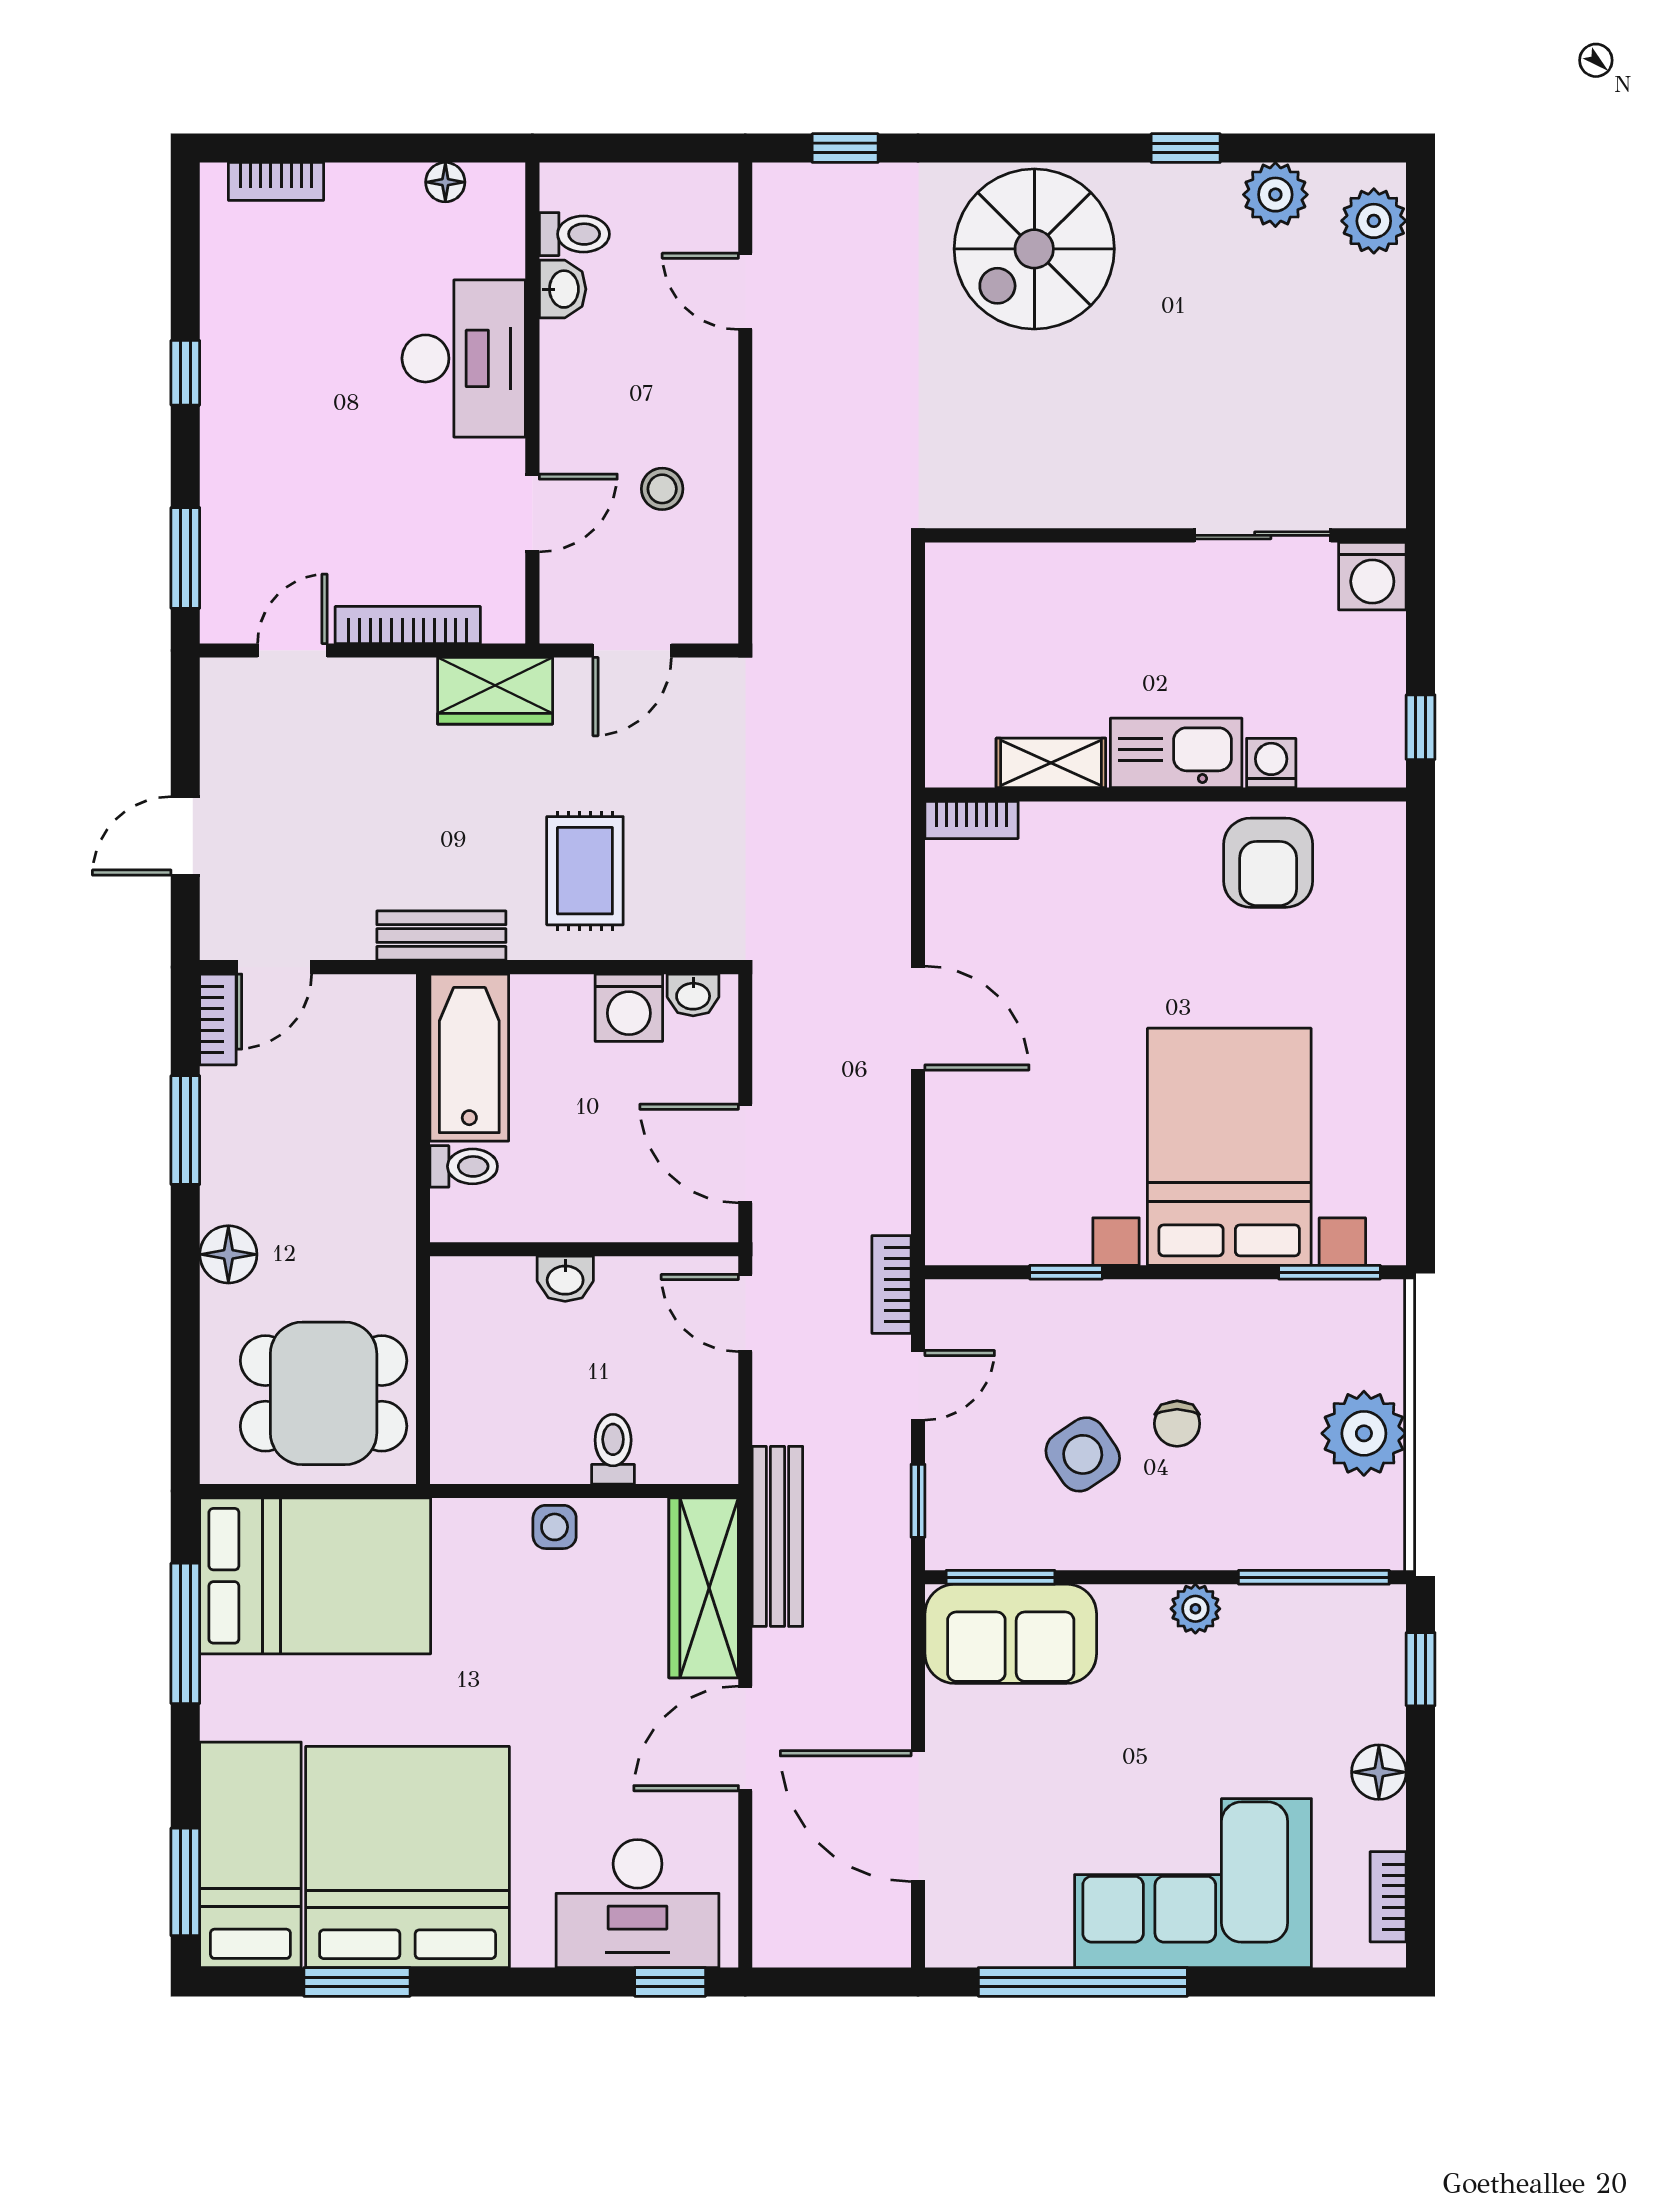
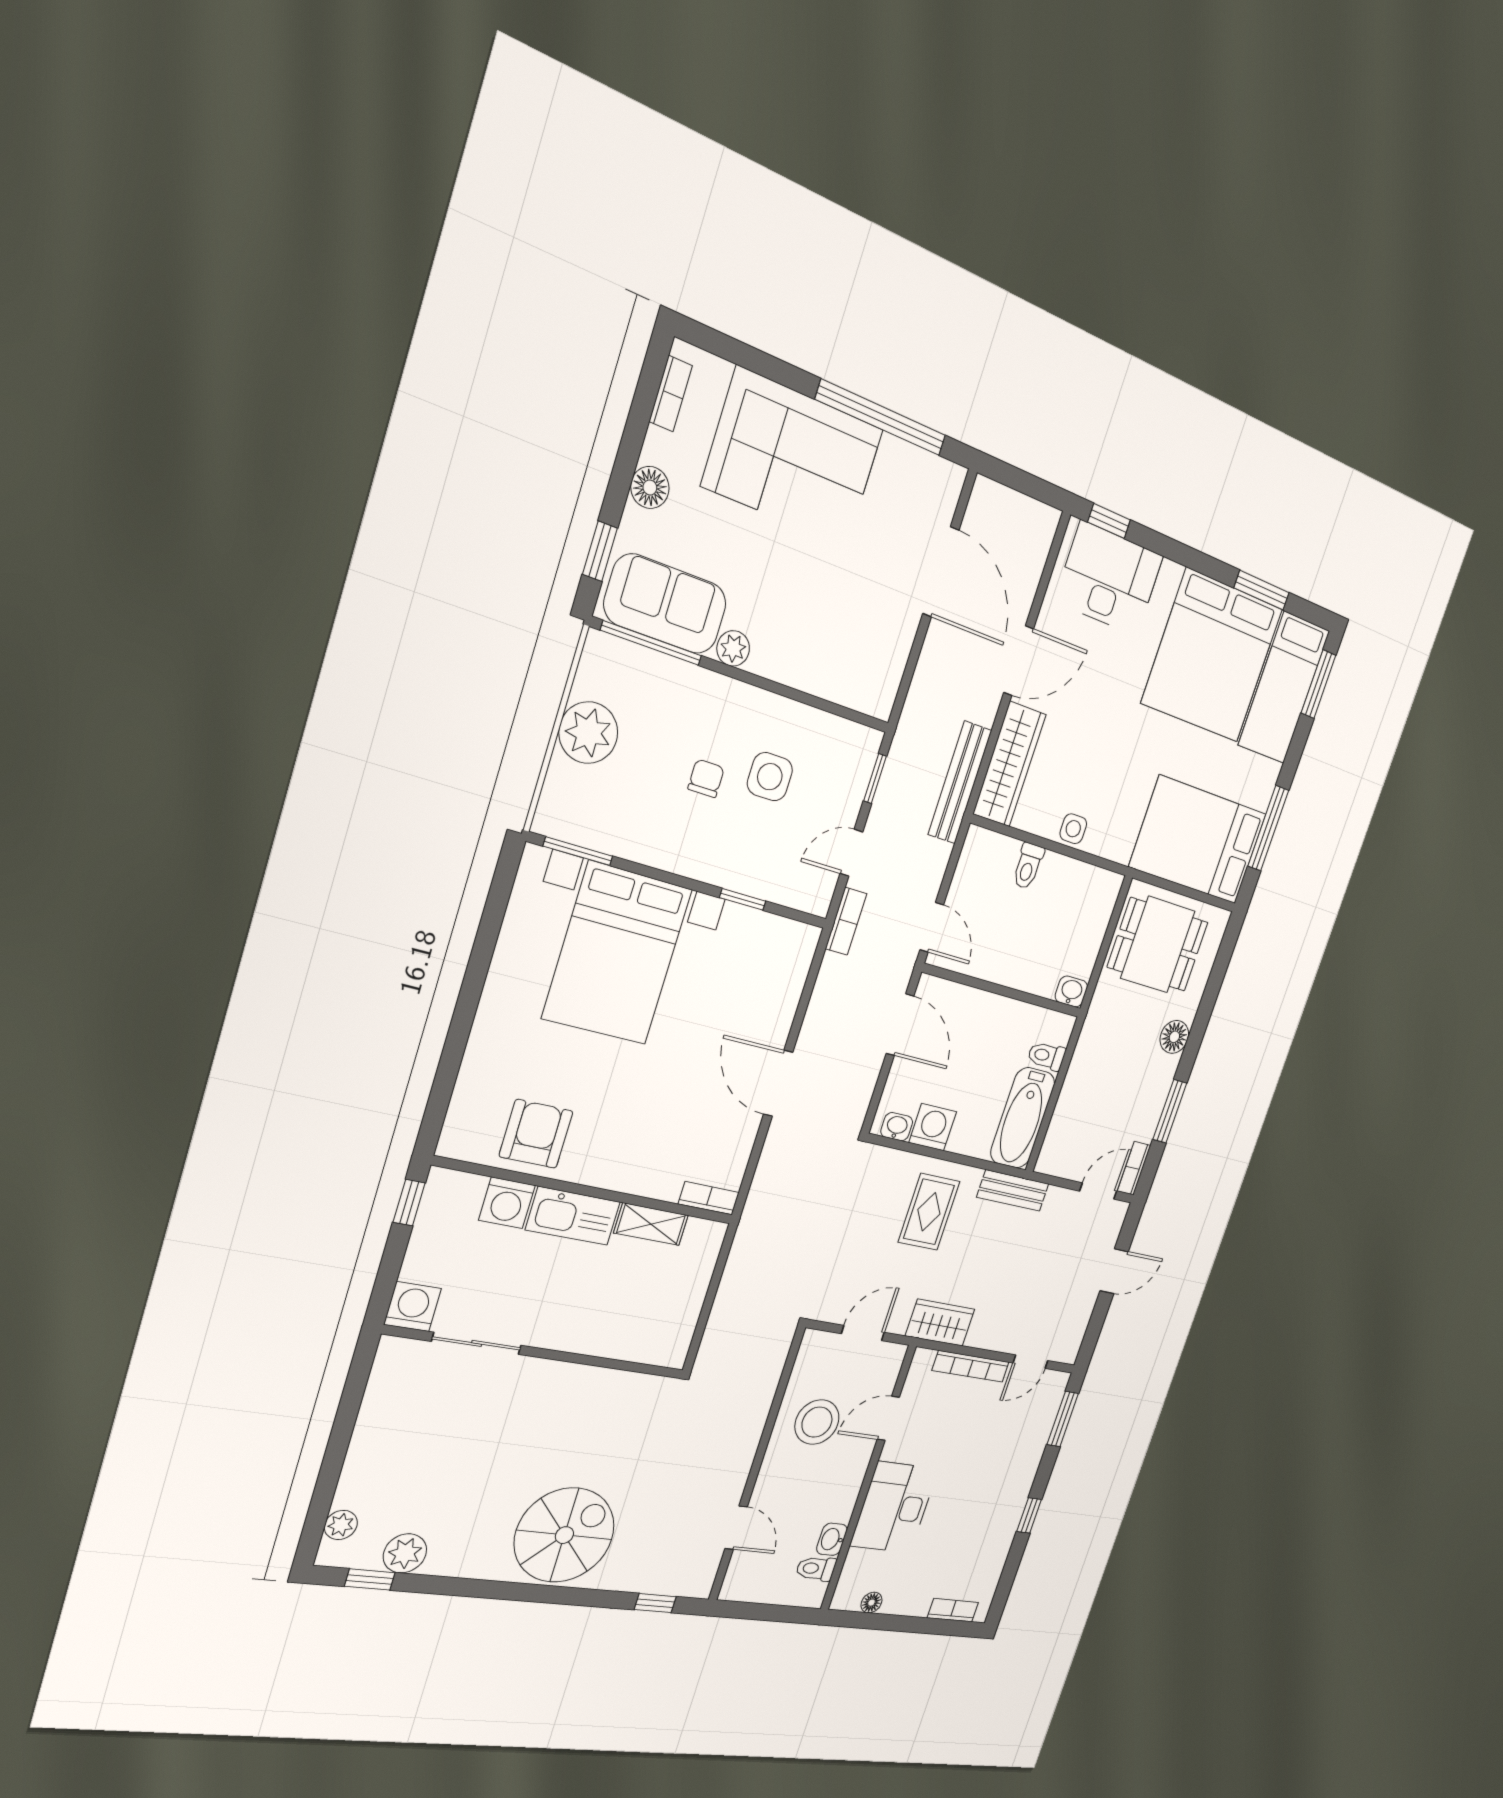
window: (1186, 148) -> (370, 1579), moved
plant: (1374, 221) -> (341, 1525), width x0.73, depth x0.73
stool: (662, 489) -> (817, 1422), width x1.89, depth x1.89
washing machine: (1271, 763) -> (507, 1203), width x1.38, depth x1.38
washbasin: (565, 1279) -> (1071, 991), moved
side table: (1083, 1454) -> (770, 777), turned 34
window: (1000, 1577) -> (844, 712), removed
sofa: (1011, 1634) -> (665, 604), moved

